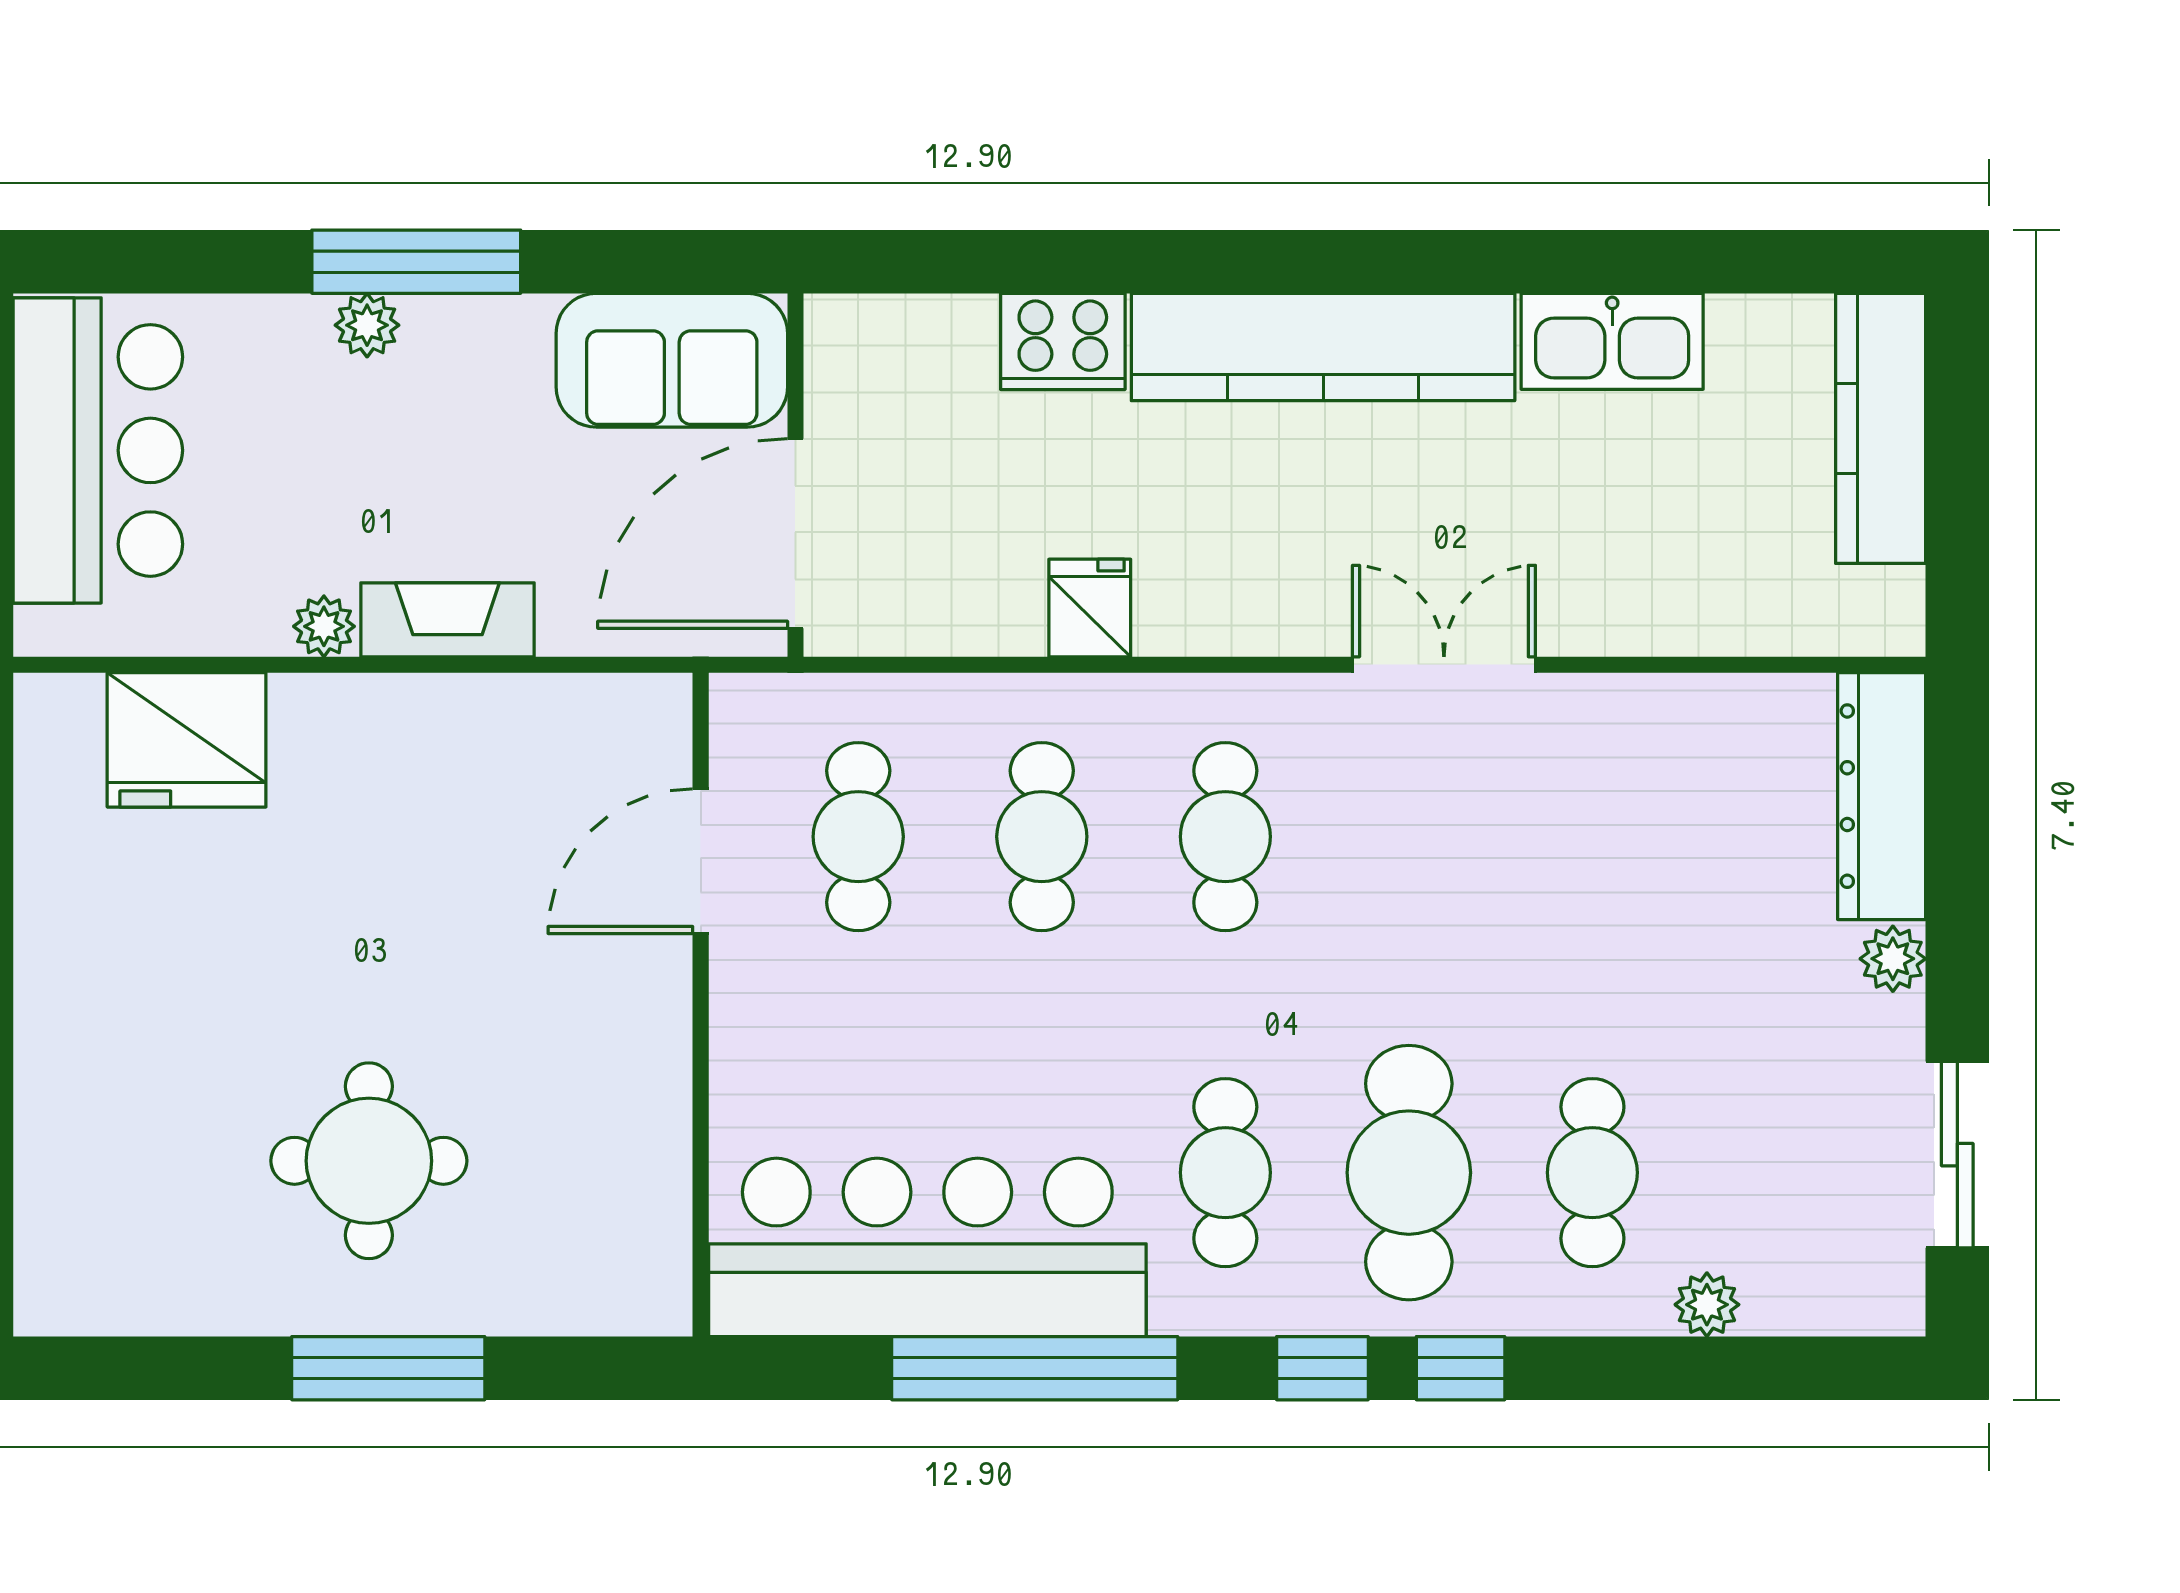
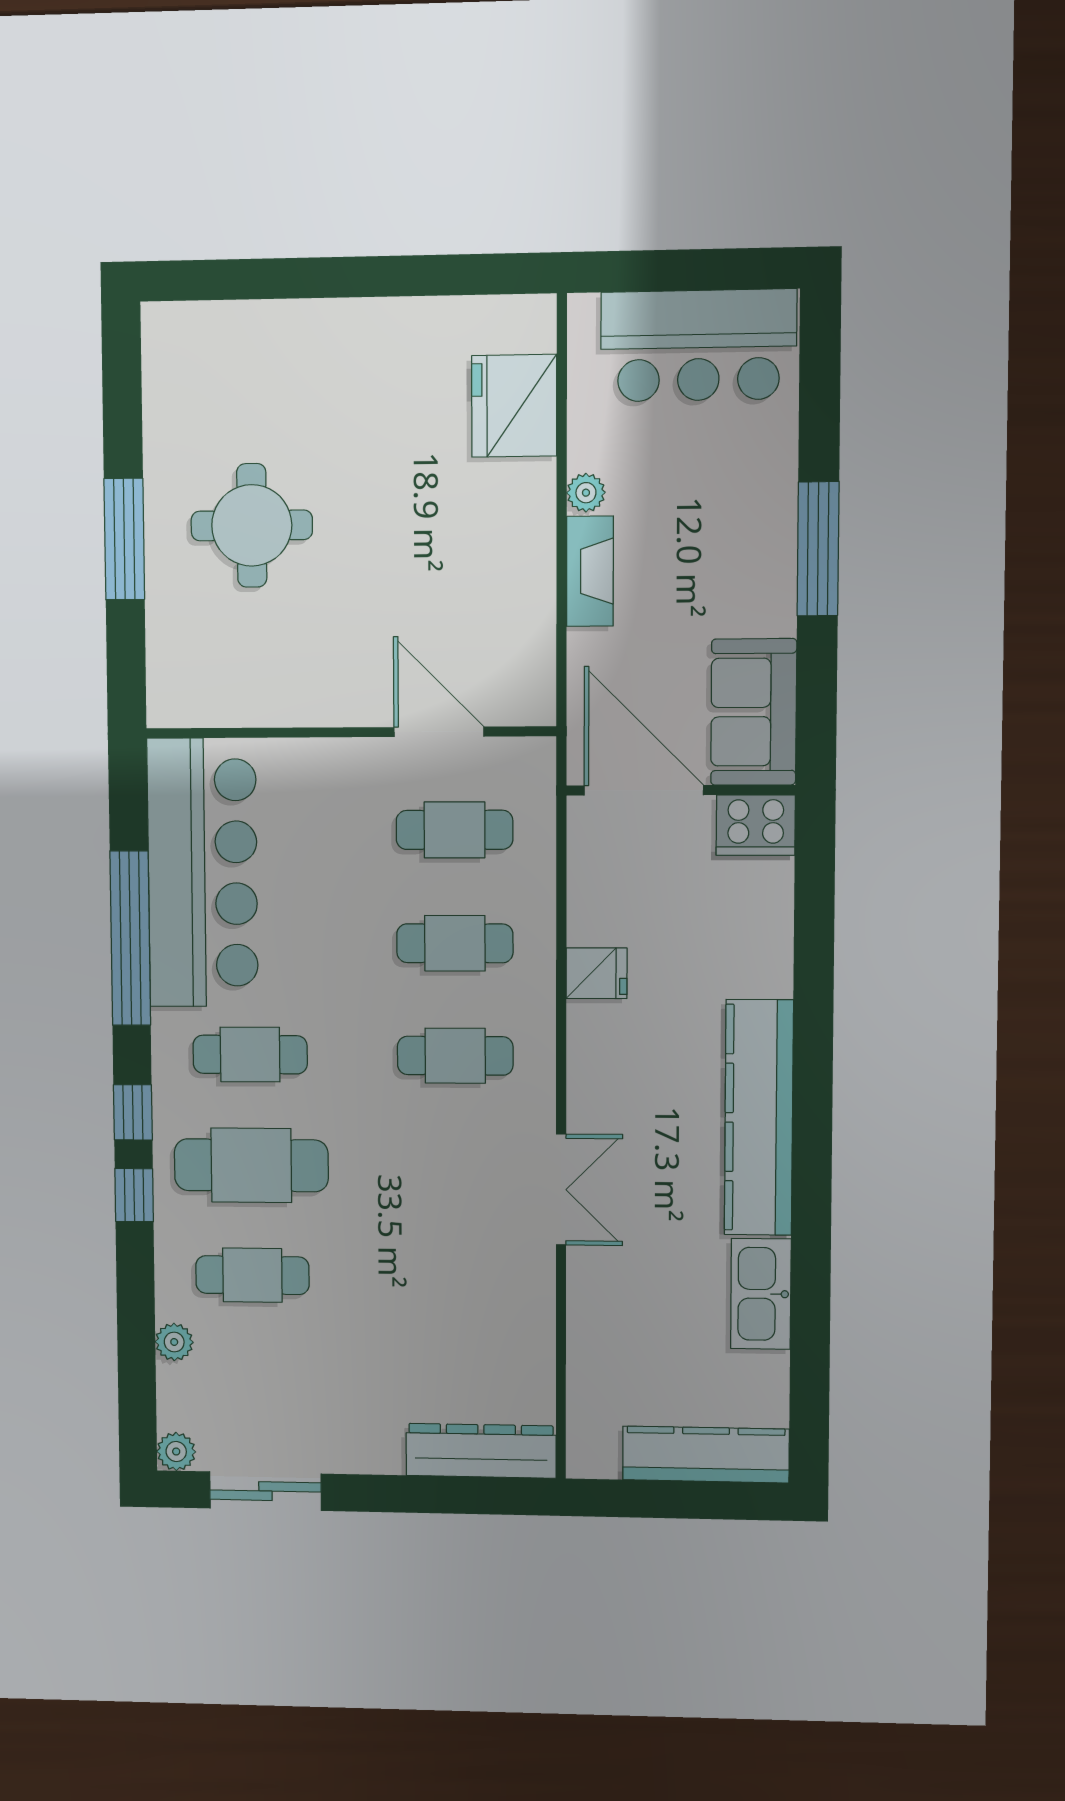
plant: (367, 325) -> (778, 518), removed
cooker: (1063, 341) -> (756, 825), moved, turned -90
plant: (1893, 959) -> (176, 1451), moved

